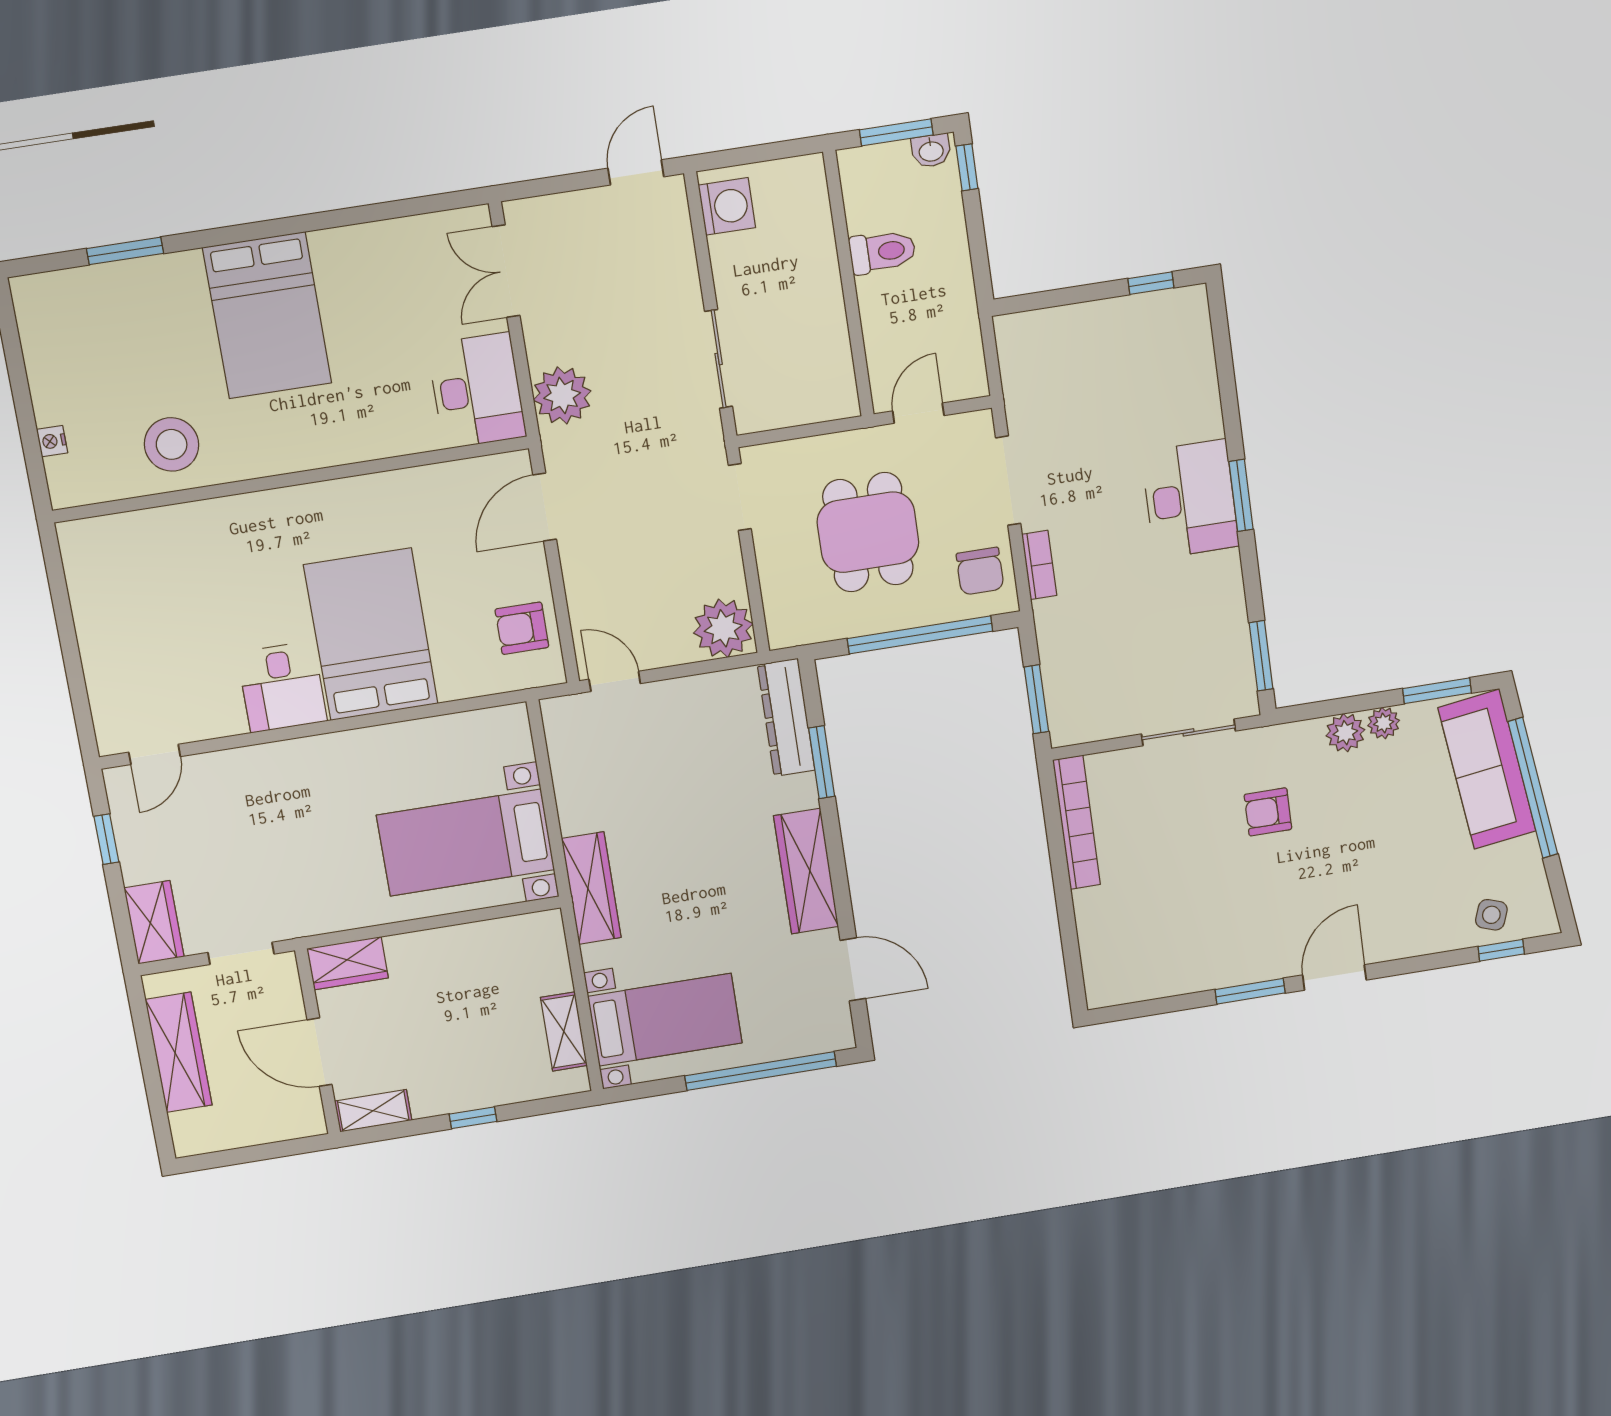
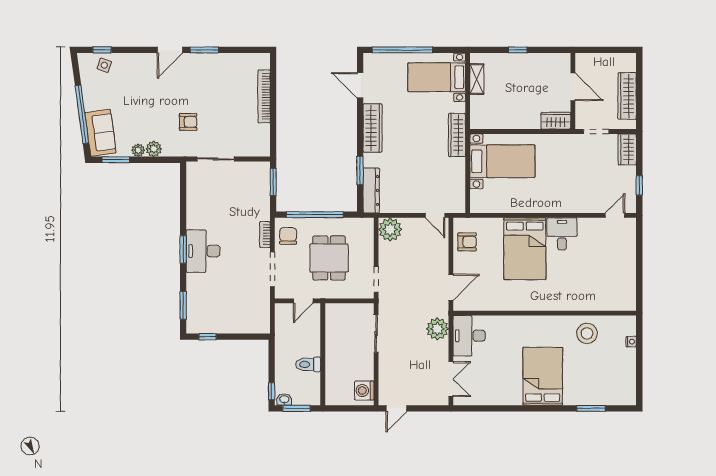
window: (1261, 656) -> (183, 305), moved
sofa: (1487, 769) -> (100, 133), width x0.73
bookcase: (1077, 822) -> (264, 96), moved
shelving: (373, 1111) -> (556, 59), removed

